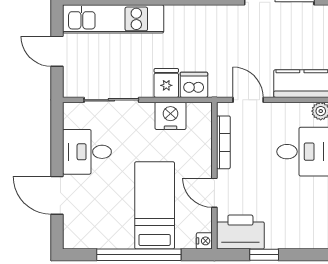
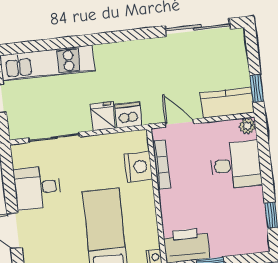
nightstand: (170, 116) -> (138, 167), moved, turned 90
door: (214, 193) -> (158, 212), removed

